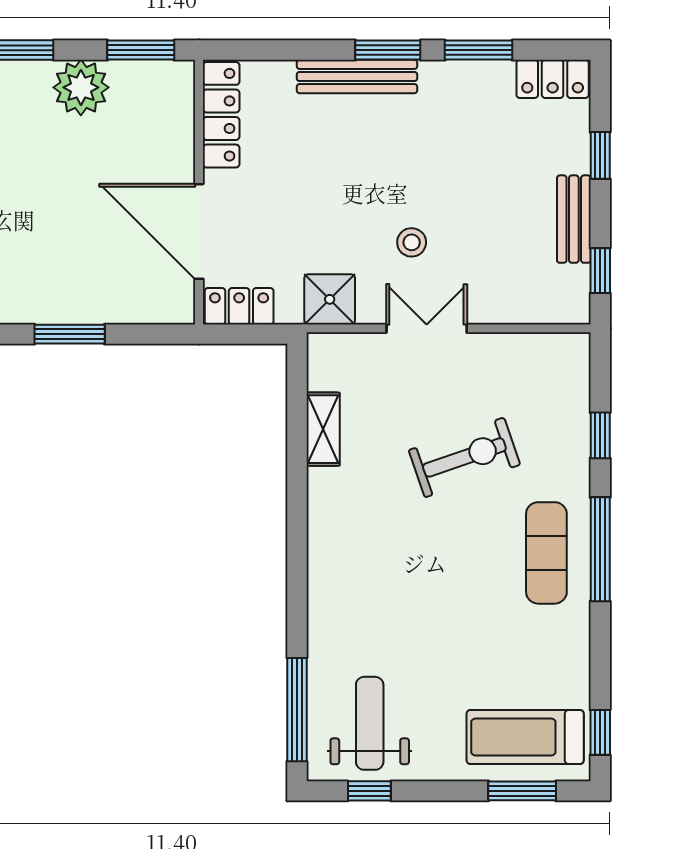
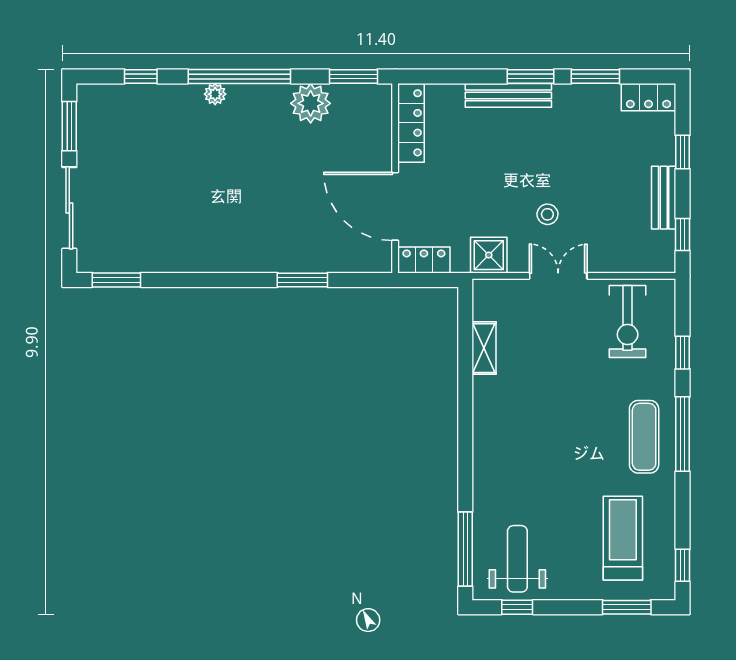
exercise bike: (464, 457) -> (628, 321), moved, turned 109
treadmill: (525, 737) -> (623, 538), moved, turned 90

